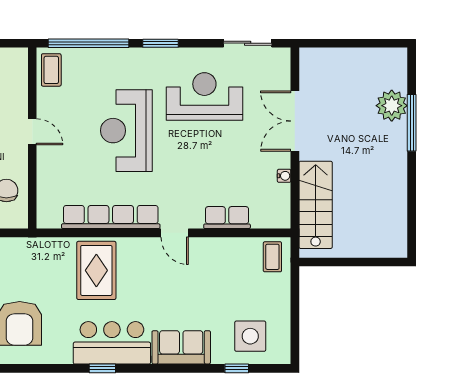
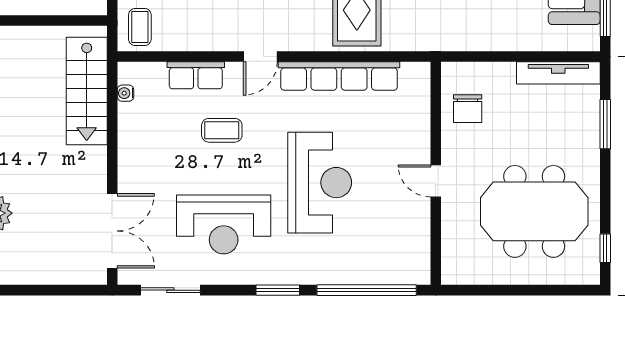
coffee table: (51, 70) -> (222, 130), moved, turned 90
double door: (295, 121) -> (112, 231), moved
water cooler: (284, 176) -> (125, 93), moved
door: (175, 233) -> (260, 56), swing flipped

